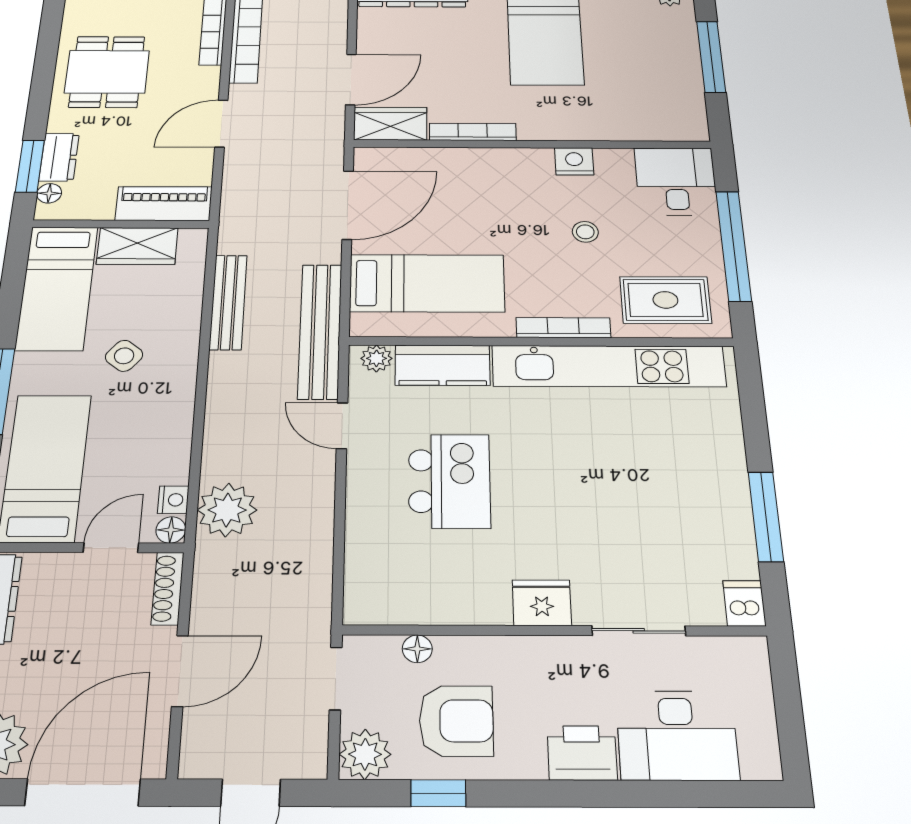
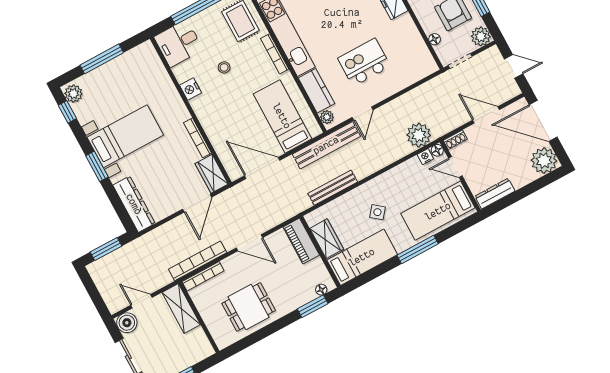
door: (351, 79) -> (197, 203), swing flipped
dresser: (59, 157) -> (302, 298), removed
shoe rack: (168, 588) -> (455, 140), width x0.70

